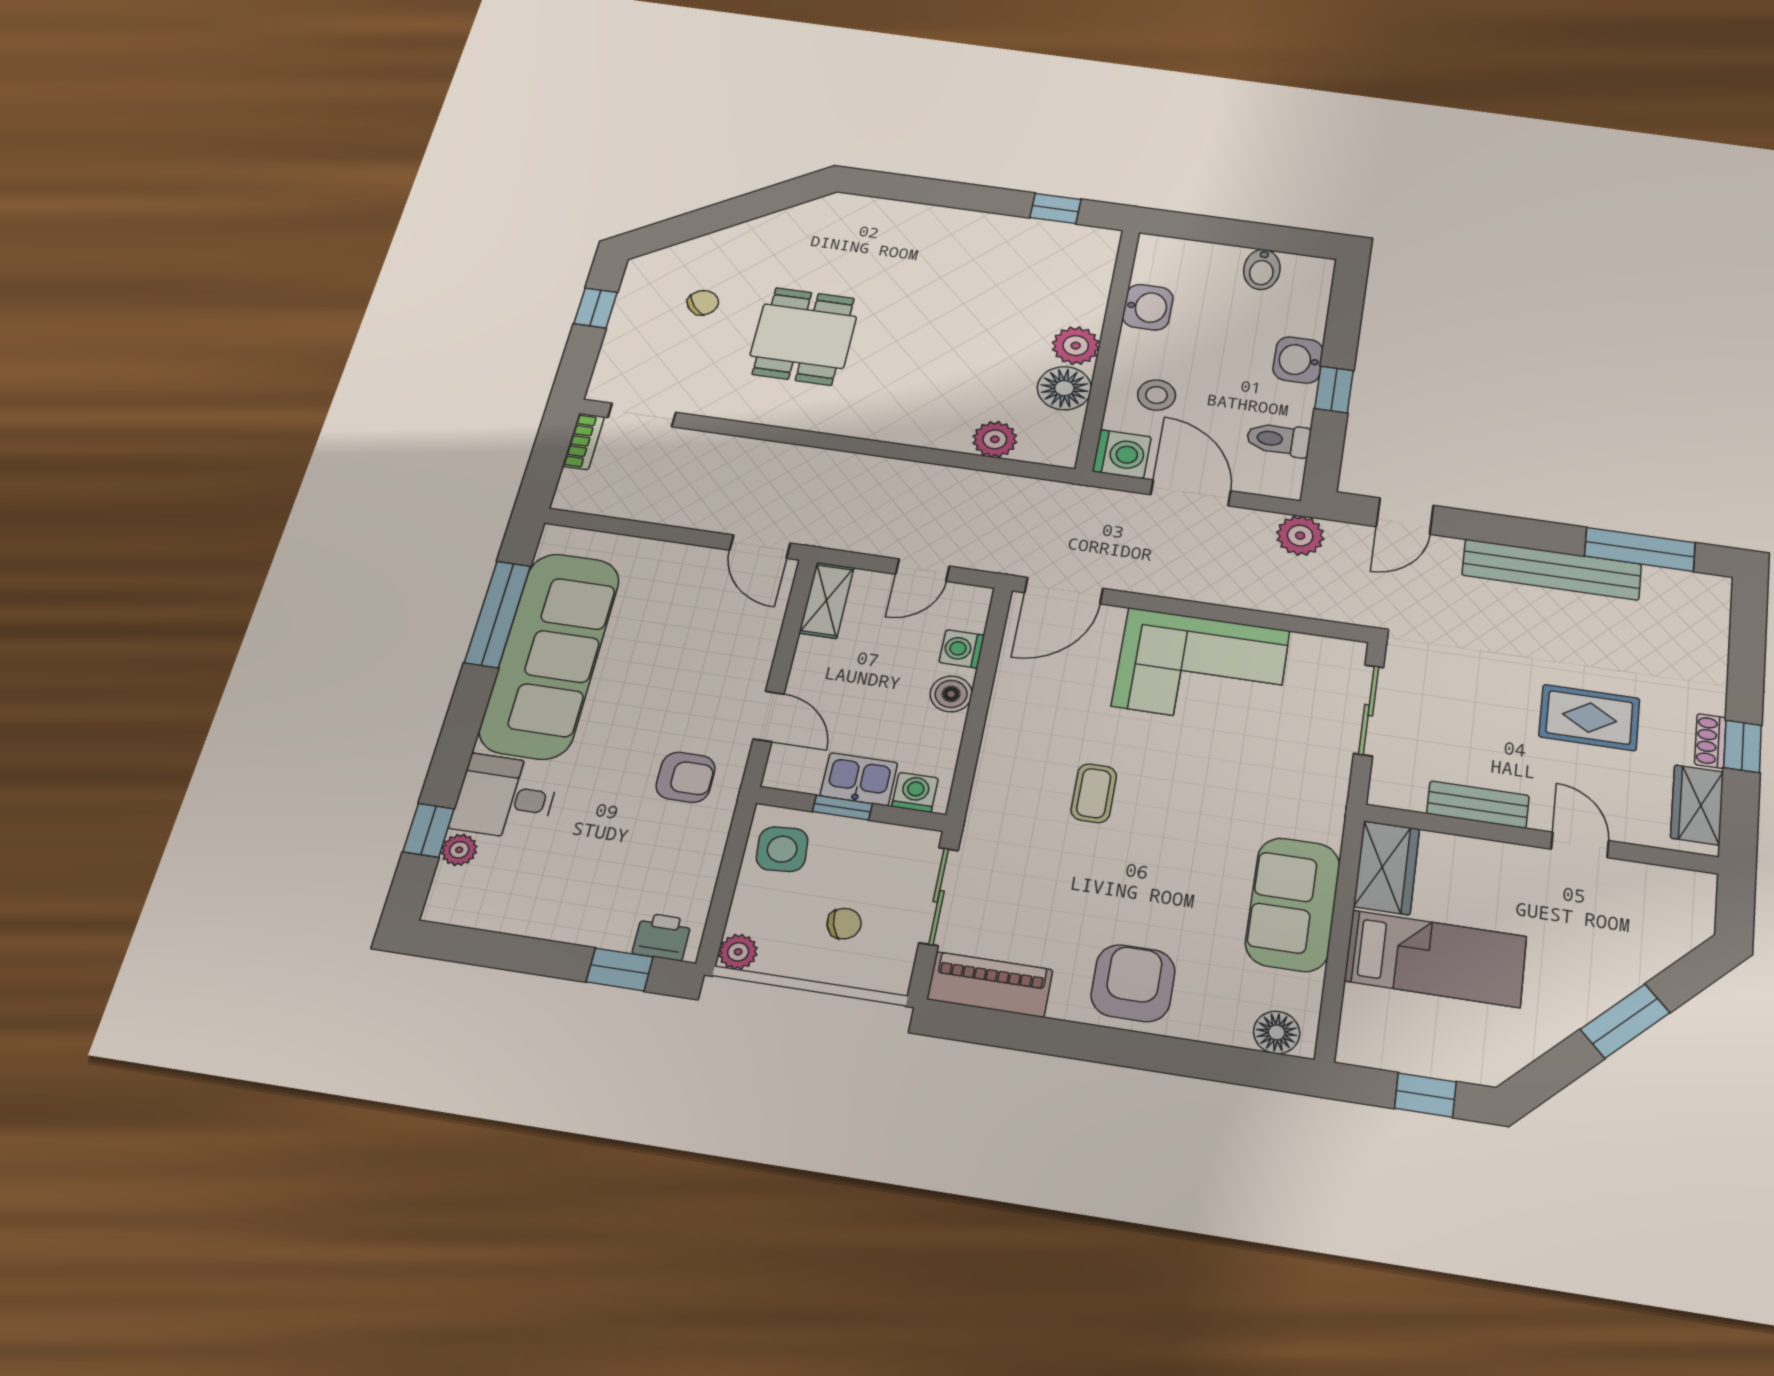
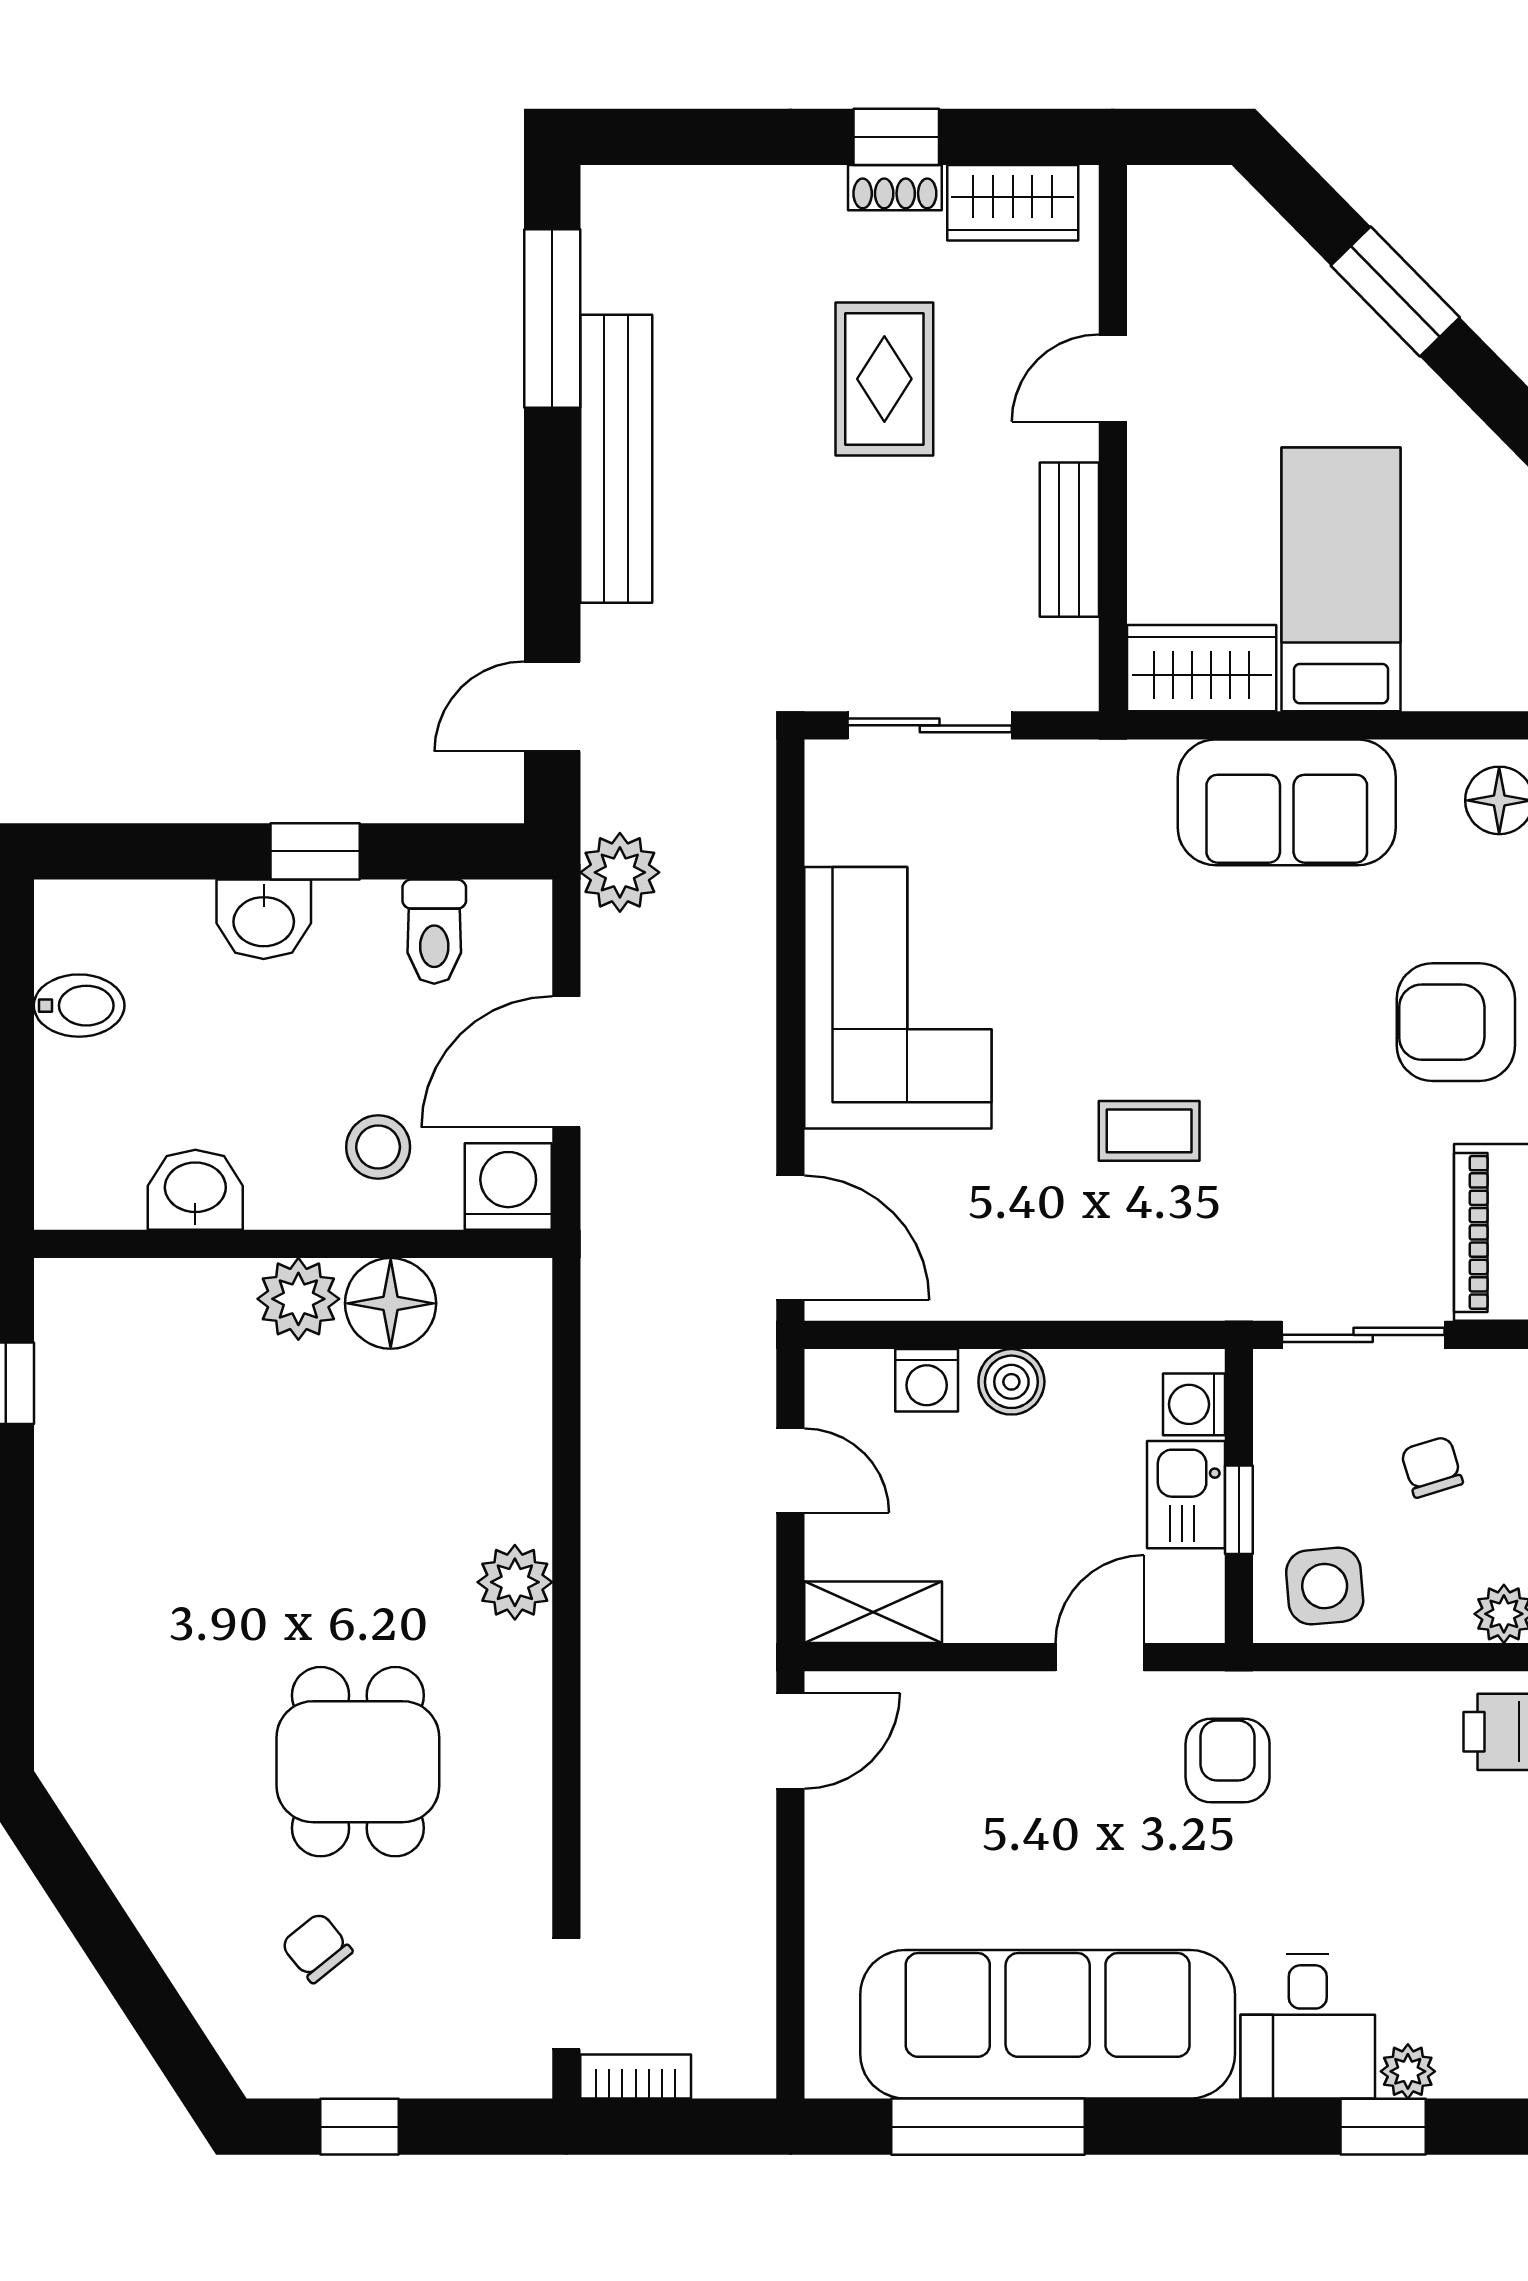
dining table: (803, 336) -> (358, 1762), turned 90
plant: (995, 439) -> (515, 1582), moved
door: (1405, 516) -> (552, 706), swing flipped

